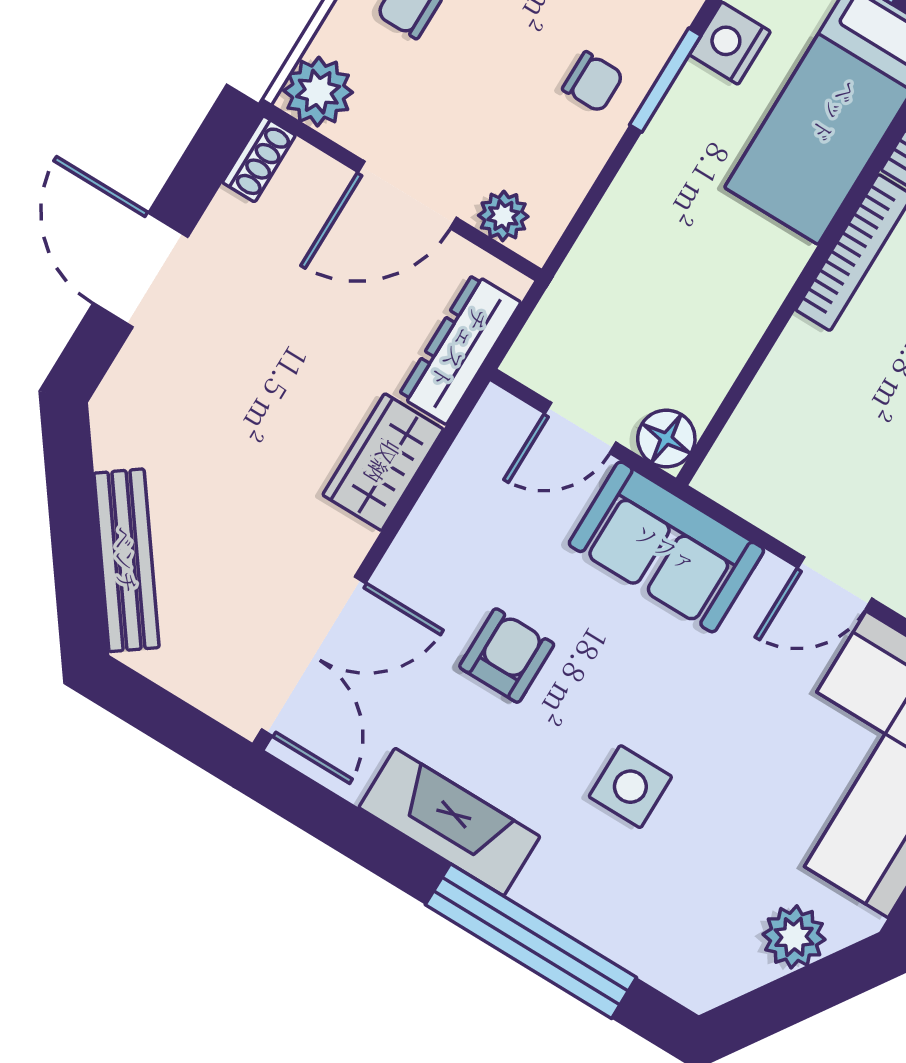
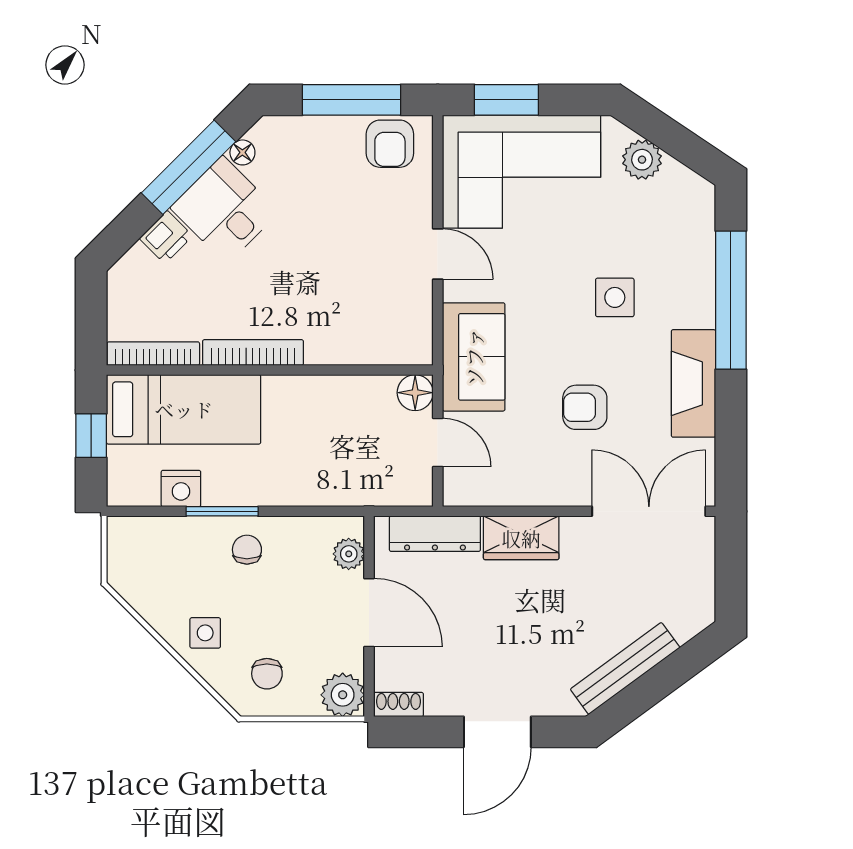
bench: (126, 560) -> (625, 668), moved

